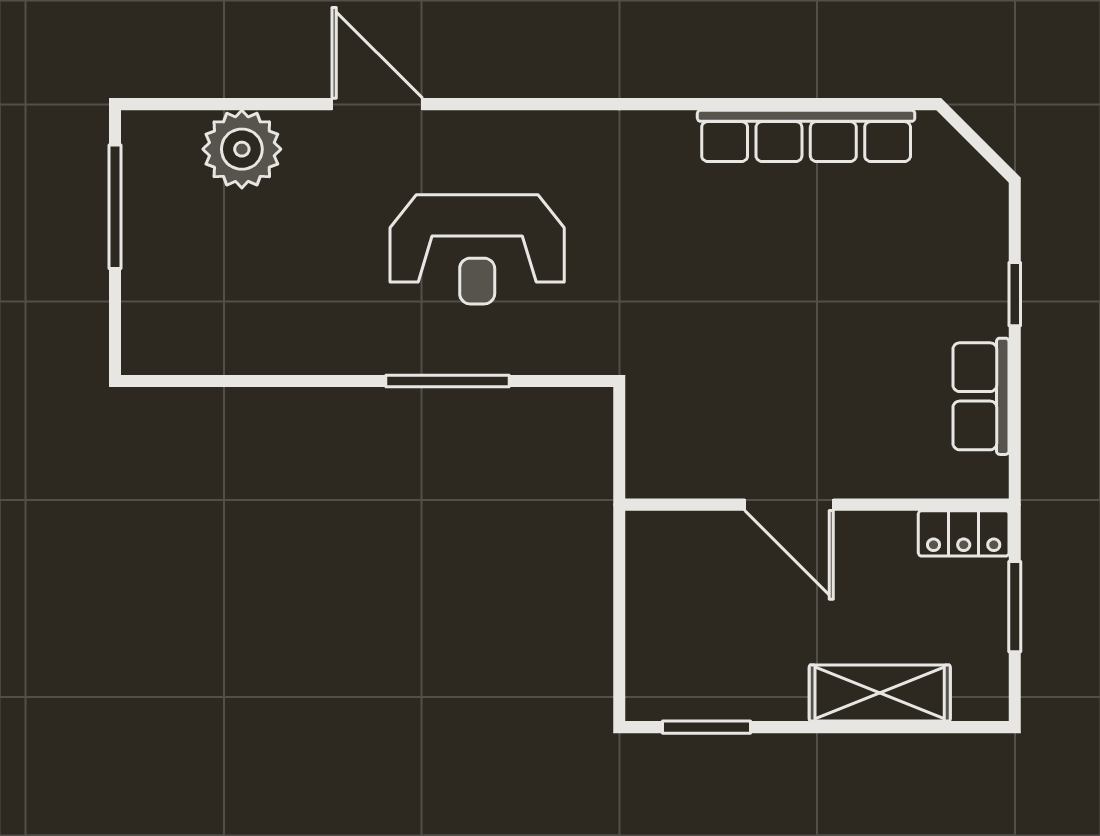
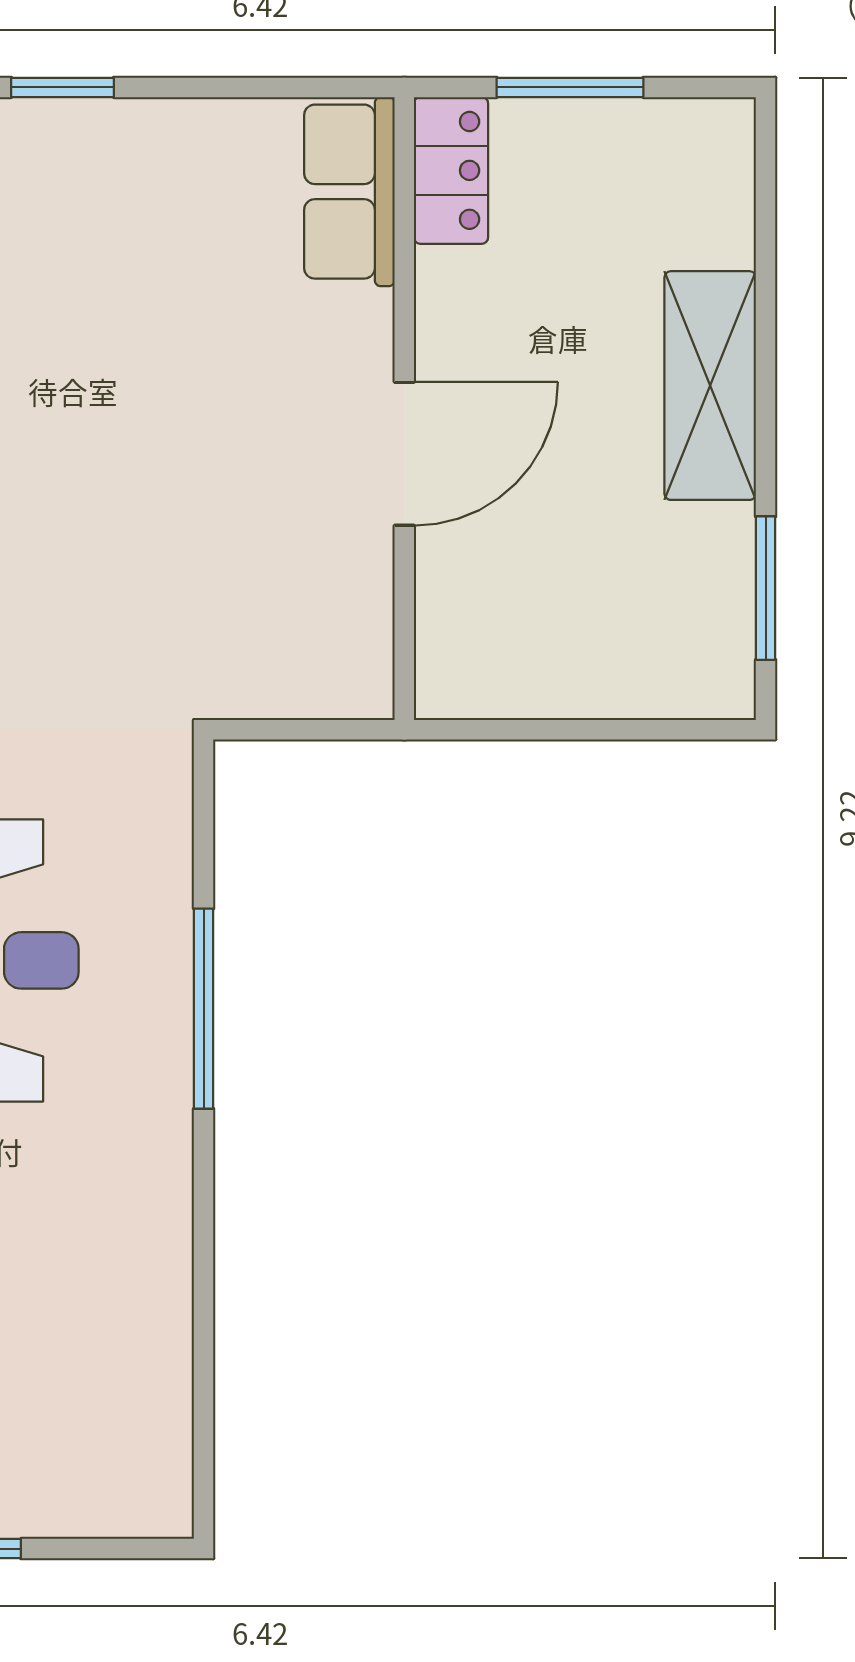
row of seats: (981, 396) -> (349, 192), moved, turned 90
shelving: (880, 693) -> (710, 386), moved

